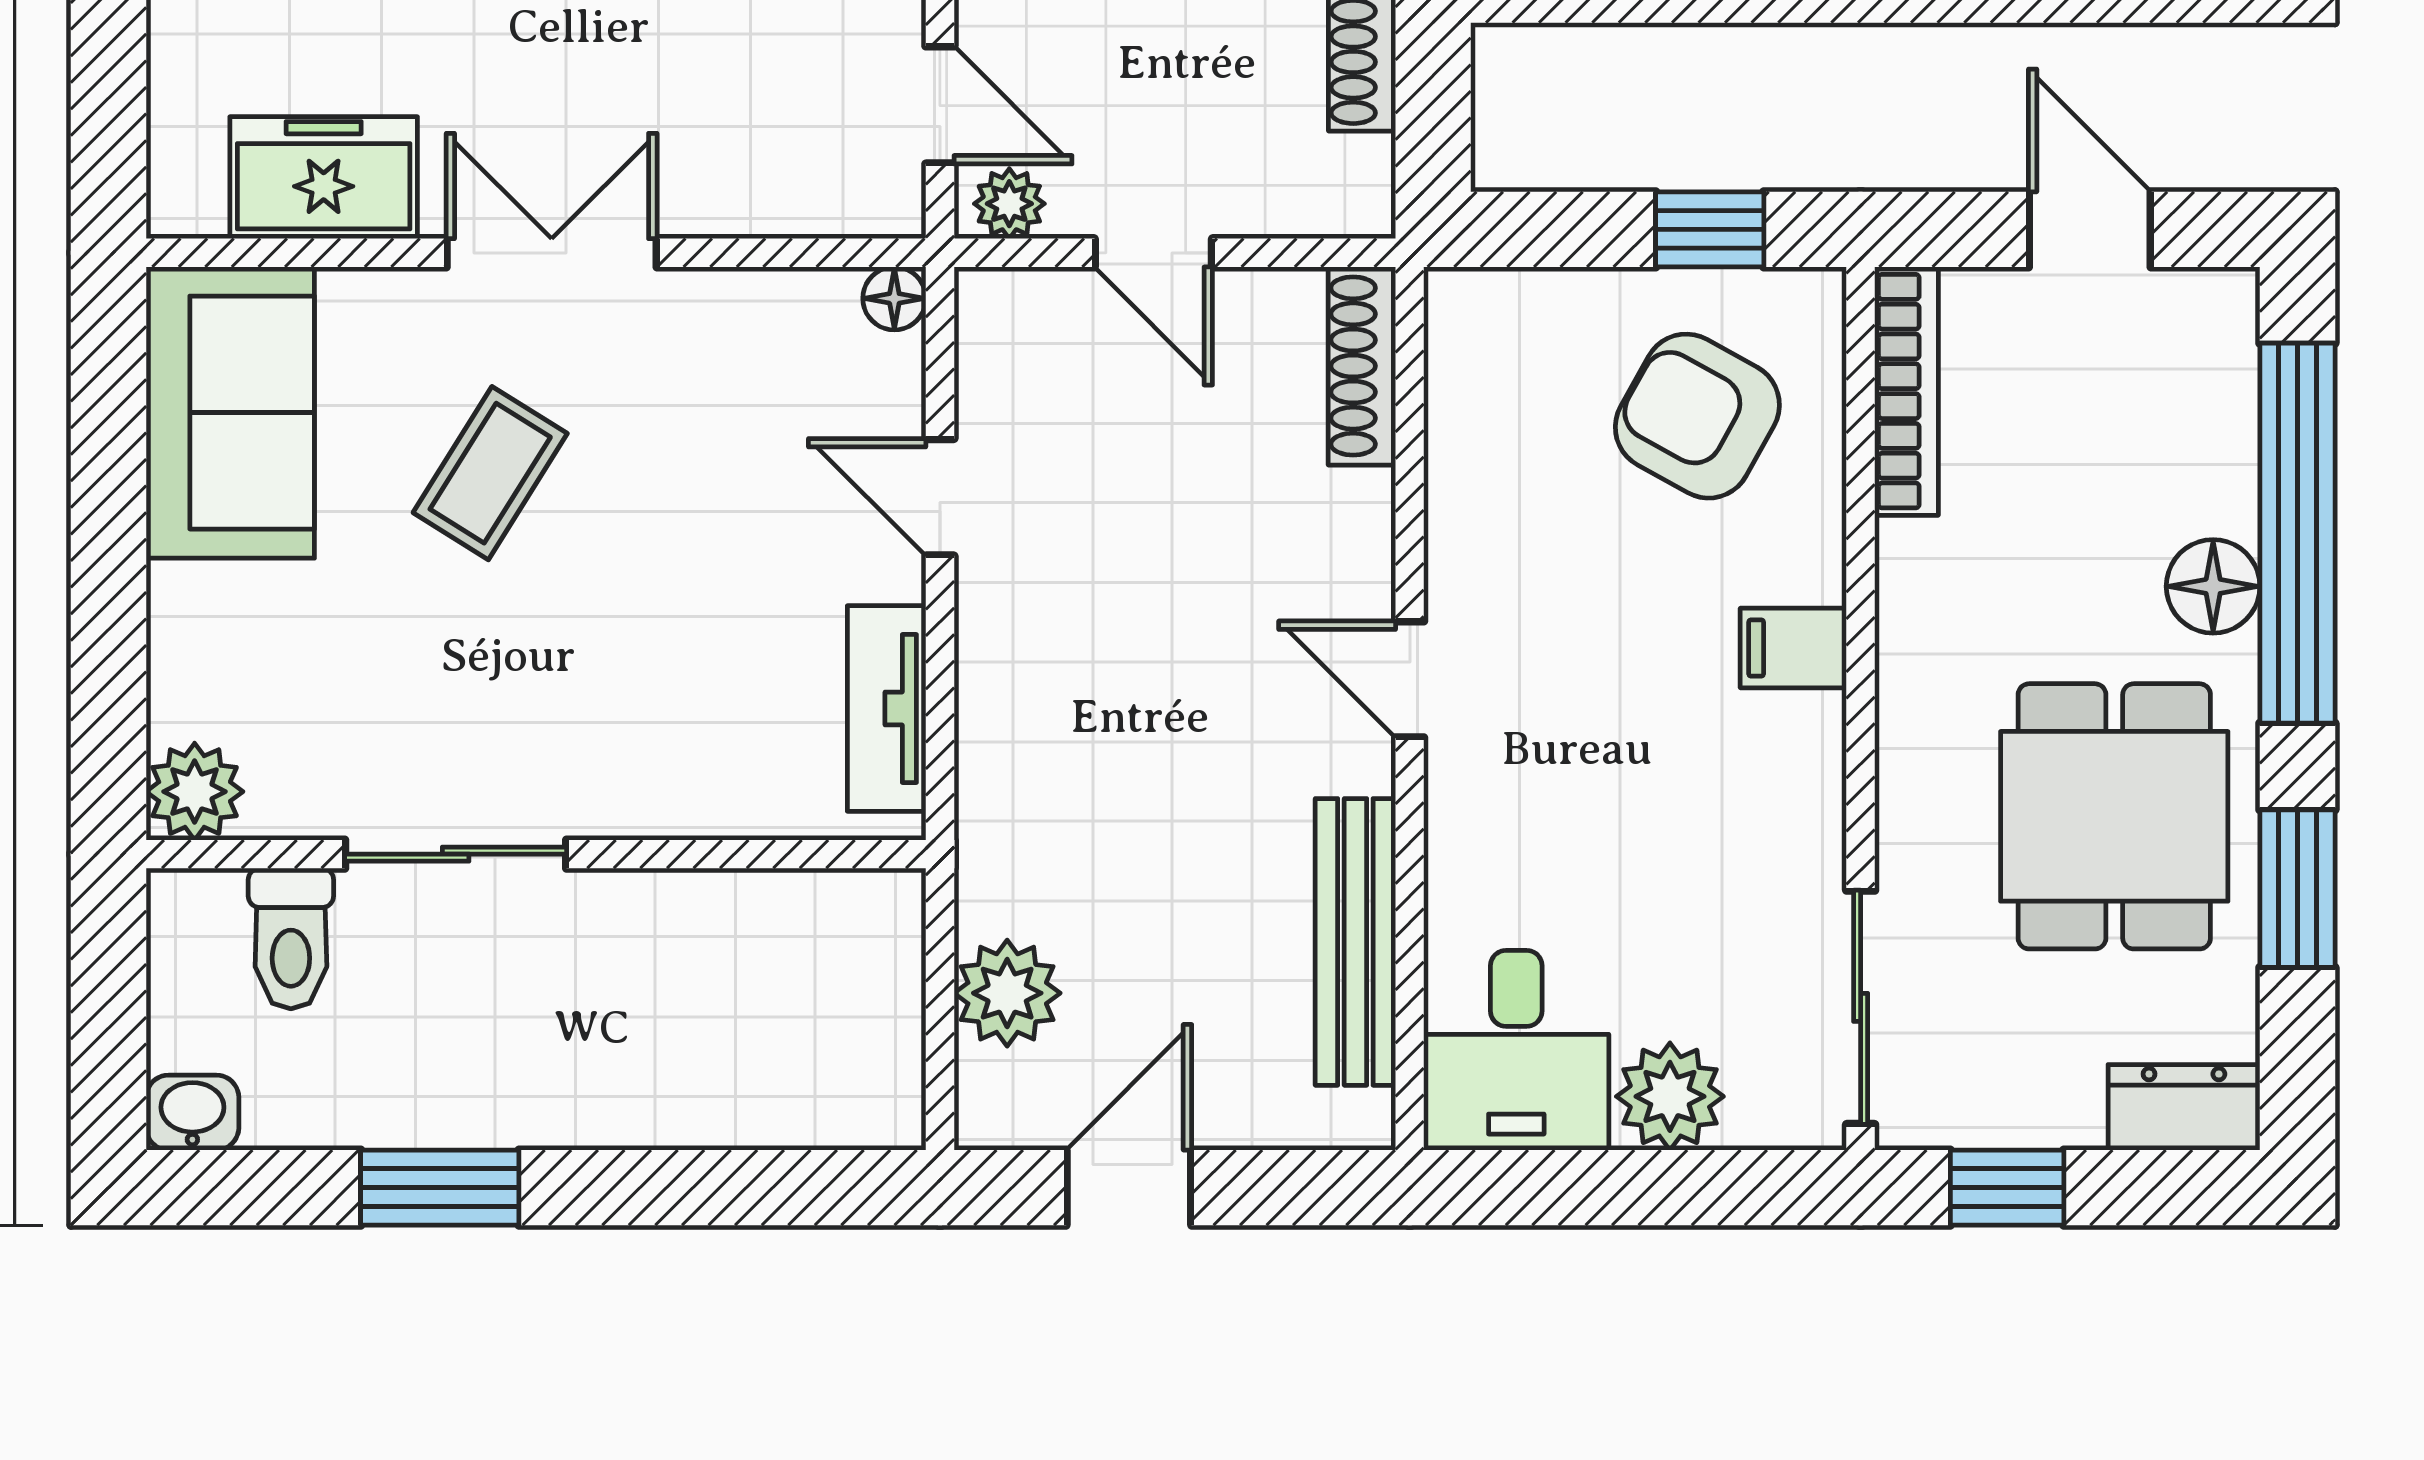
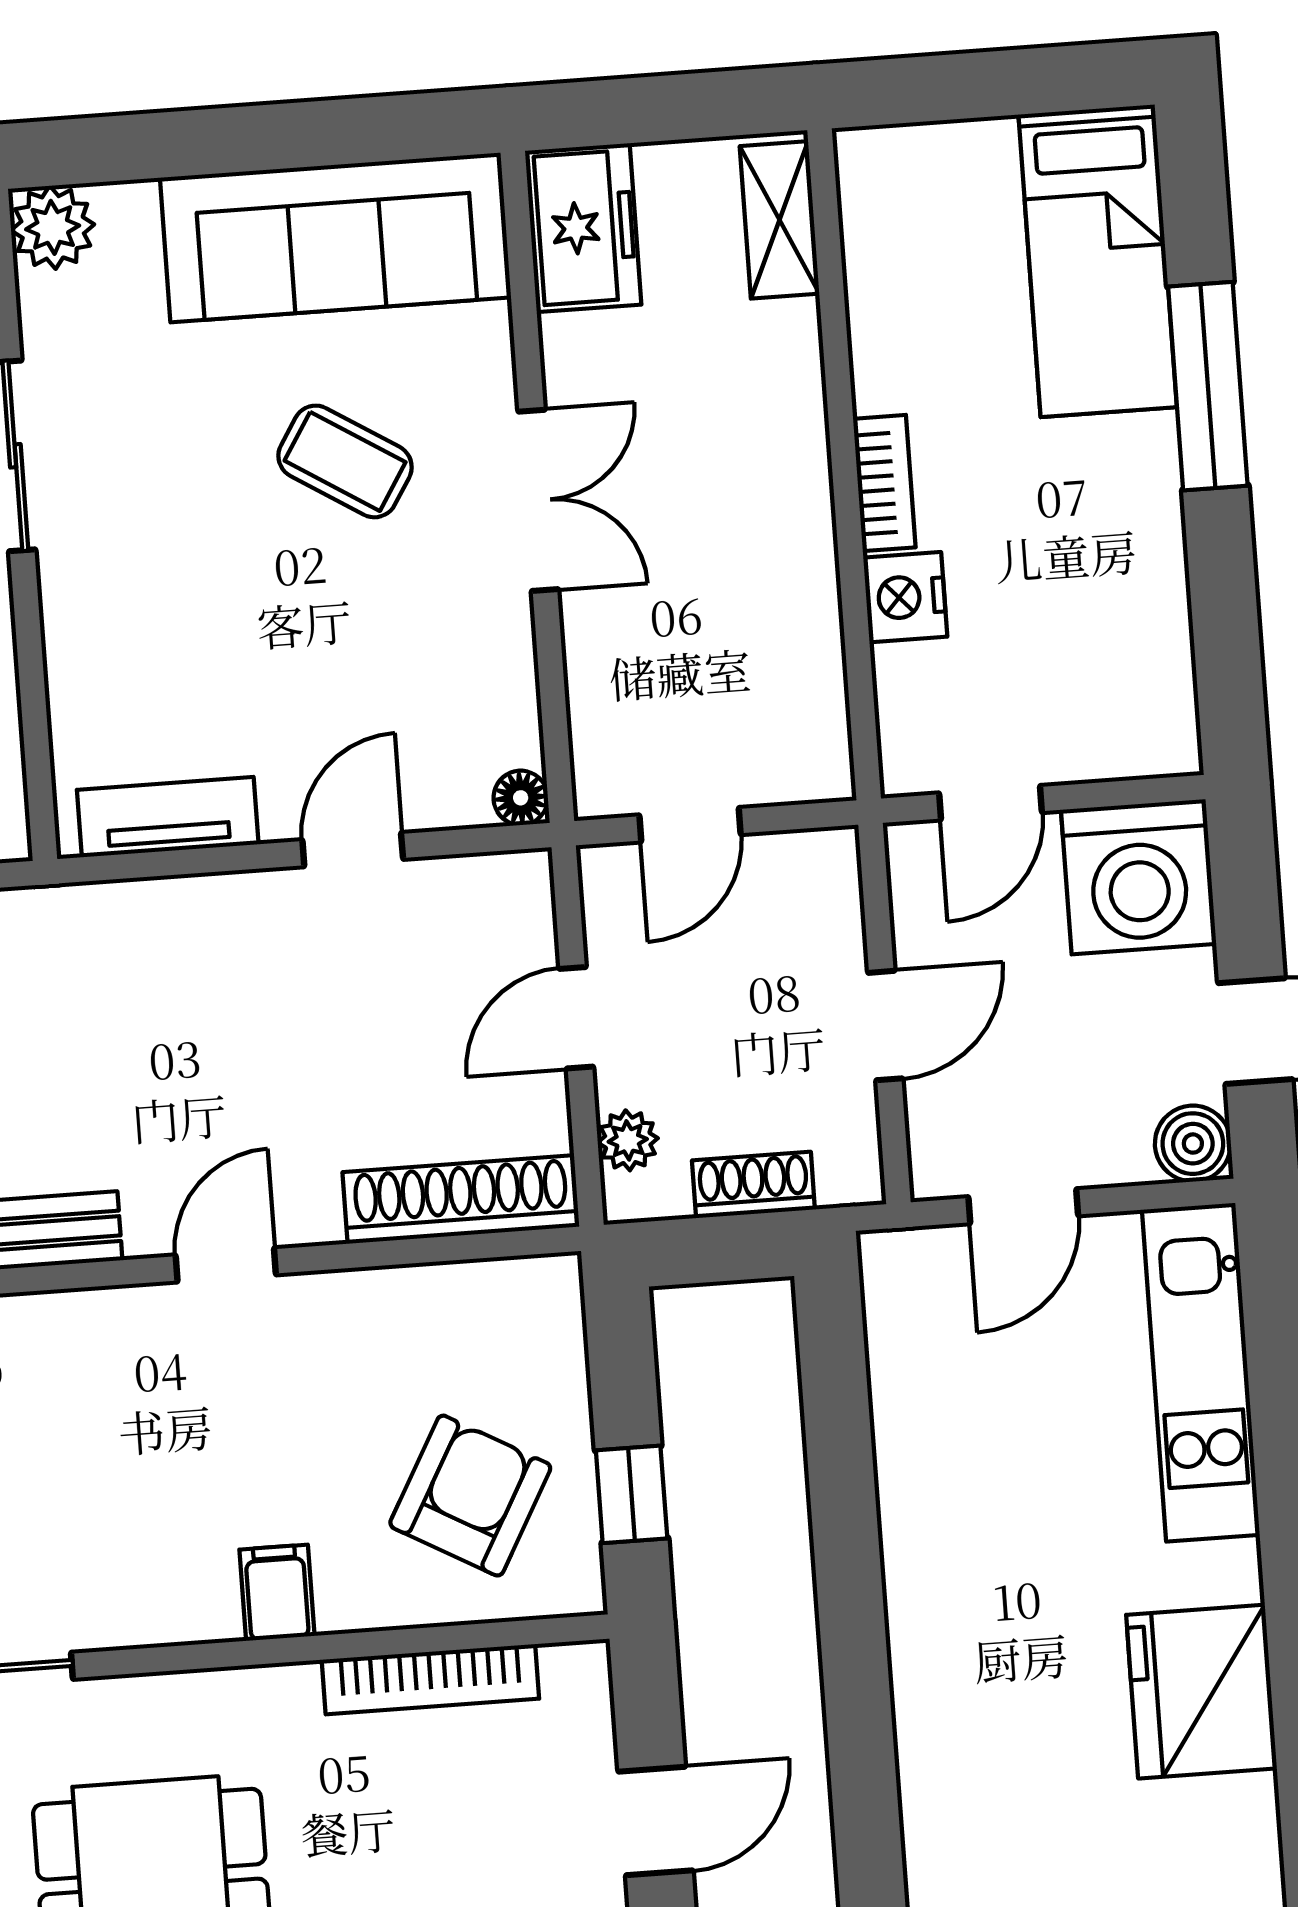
freezer: (324, 178) -> (583, 228), moved
plant: (1009, 204) -> (628, 1140), moved
shoe rack: (1362, 366) -> (461, 1199), width x1.36, depth x1.24
bookcase: (1906, 391) -> (430, 1679), moved
sofa: (230, 413) -> (336, 238), width x1.36

